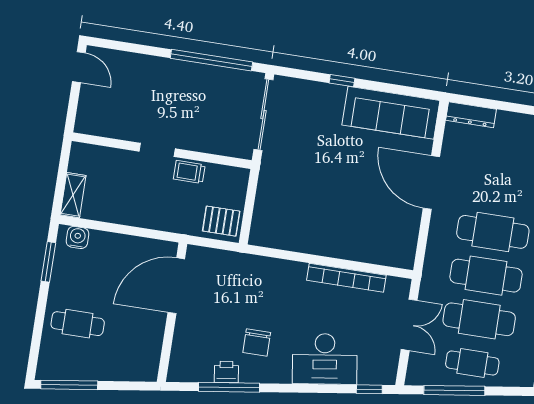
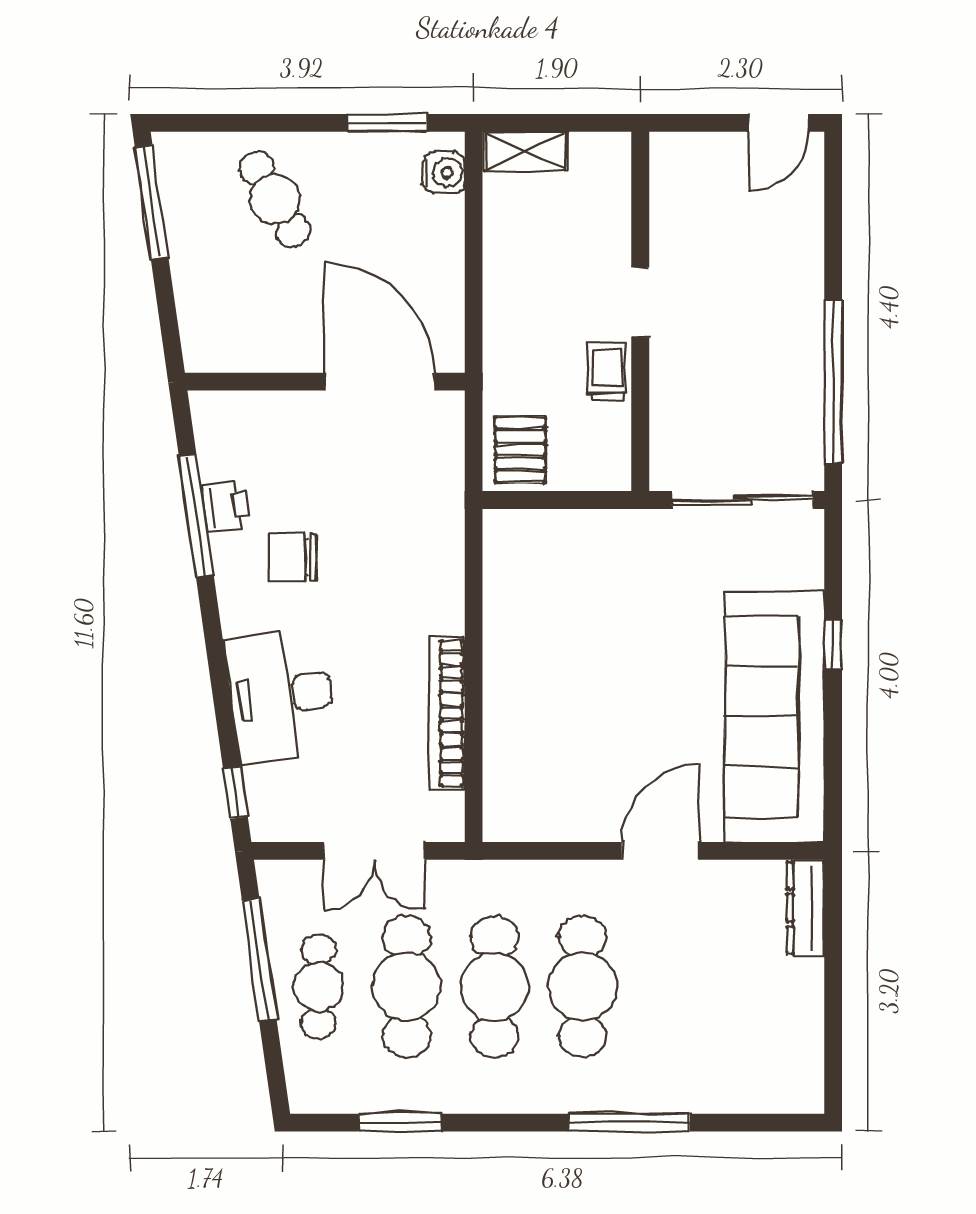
sofa: (391, 113) -> (775, 716), width x1.36, depth x1.27
door: (431, 183) -> (660, 851), width x0.73
cafe table: (78, 324) -> (275, 199), turned -30

